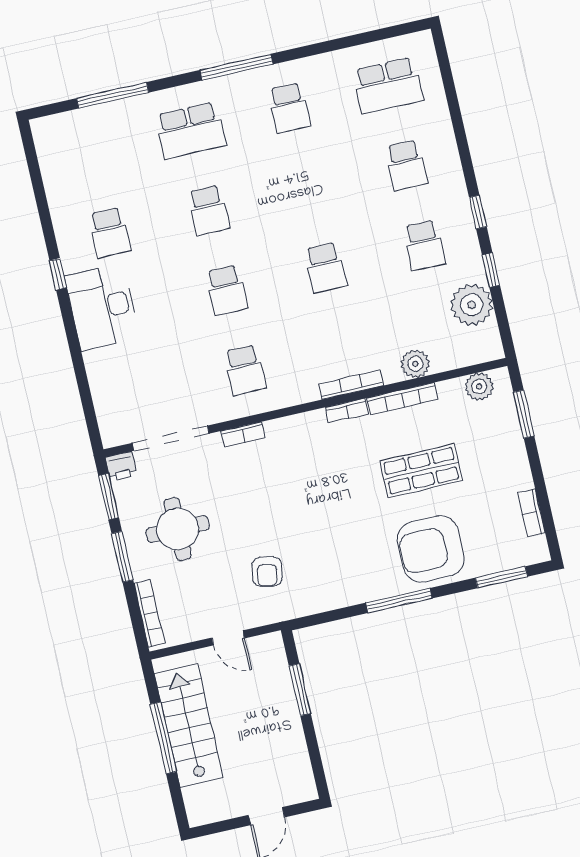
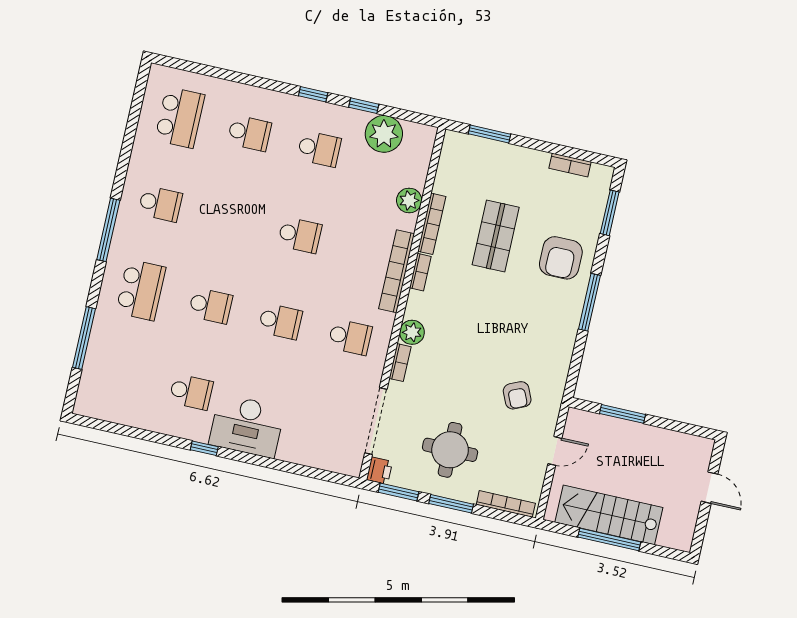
bookcase: (351, 385) -> (397, 271), width x1.48, depth x1.31
plant: (479, 387) -> (412, 332), moved
armchair: (431, 549) -> (561, 258), width x0.73, depth x0.73
armchair: (267, 572) -> (517, 395), turned 55

